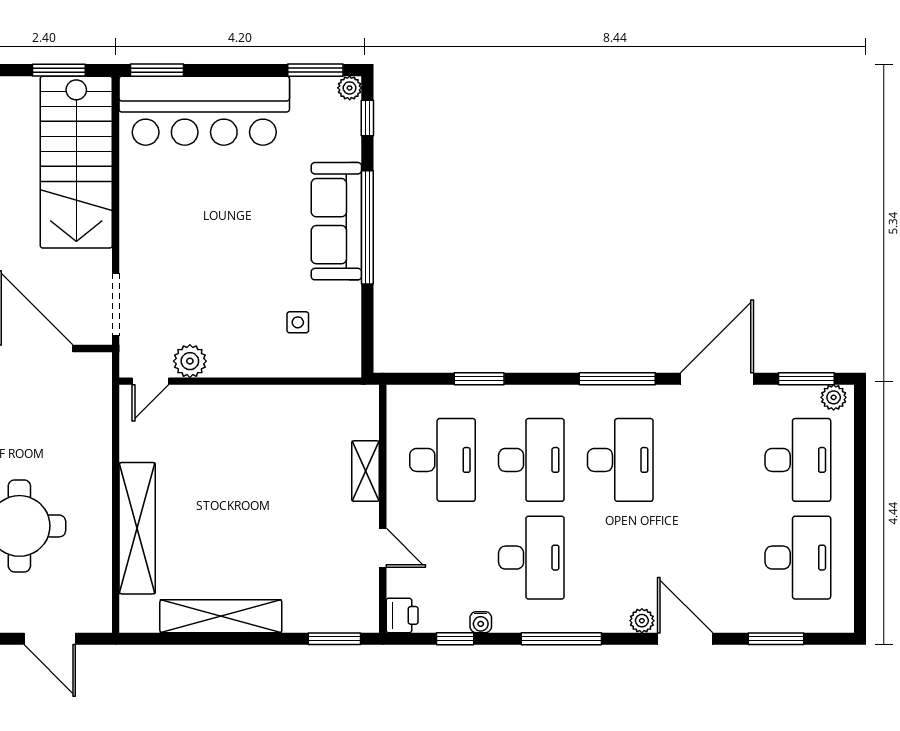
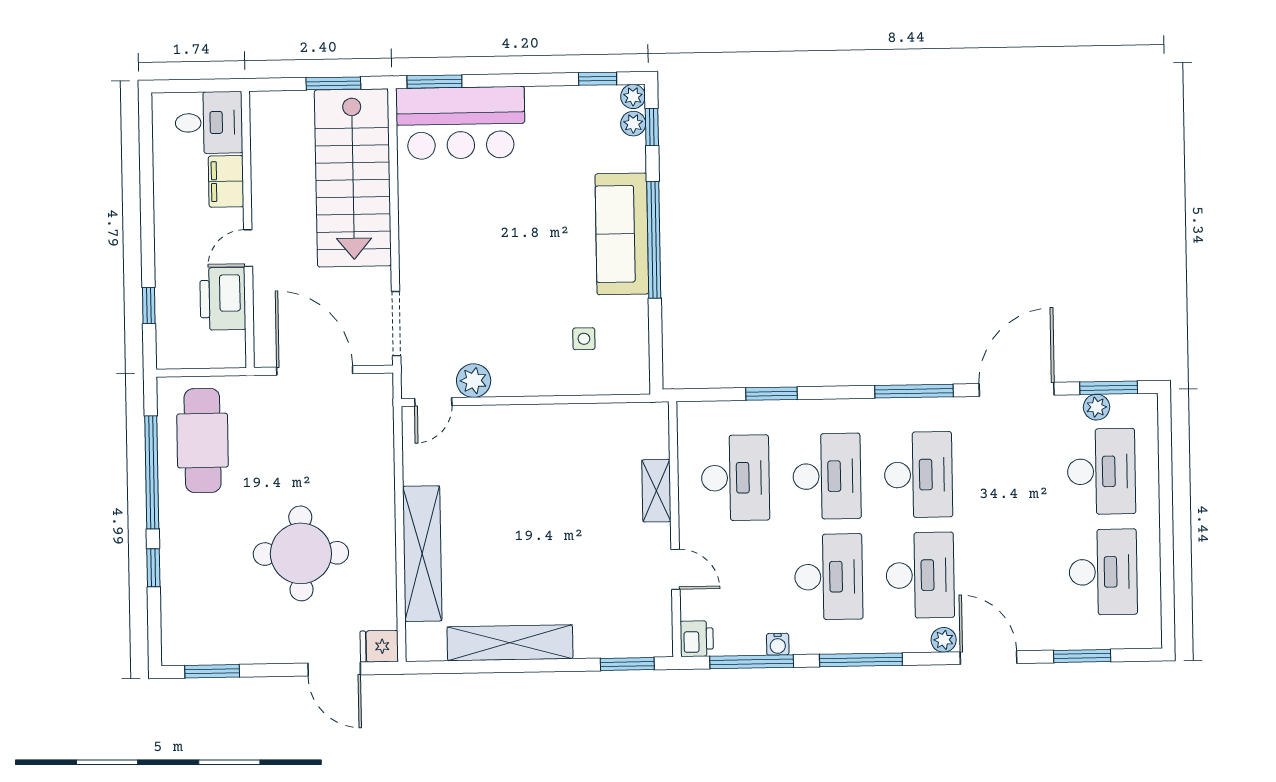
window: (315, 70) -> (598, 79), width x0.67
bar counter: (204, 111) -> (460, 123), width x0.73
plant: (349, 114) -> (633, 124), added
plant: (834, 397) -> (1097, 407), moved
desk: (620, 558) -> (920, 575), added
fridge: (94, 617) -> (379, 646), added
window: (455, 639) -> (752, 662), width x2.17

